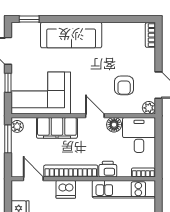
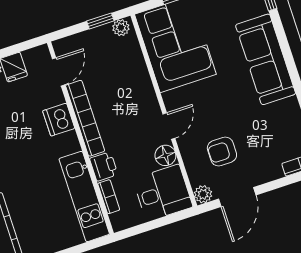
filing cabinet: (57, 128) -> (136, 81), removed
window: (8, 139) -> (100, 21), width x0.67
bookcase: (143, 173) -> (109, 197), moved

